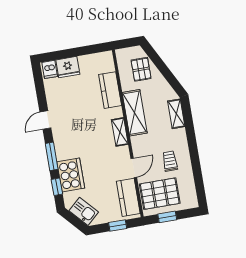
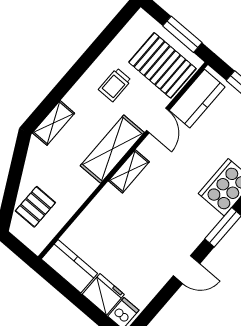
kitchen counter: (110, 90) -> (69, 266), moved, turned -90
shelving: (135, 113) -> (112, 149), moved
door: (134, 168) -> (157, 120), swing flipped
window: (167, 217) -> (182, 34), width x1.50

